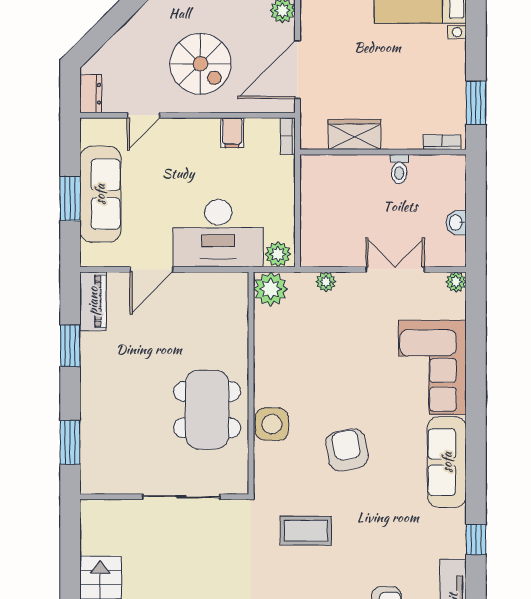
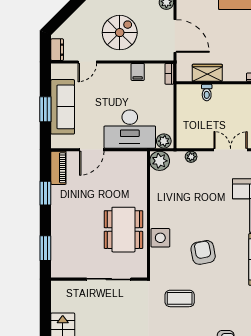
spiral stairs: (200, 64) -> (120, 33), turned -90
door: (297, 70) -> (175, 36), swing flipped
toilet: (399, 169) -> (207, 93), moved

